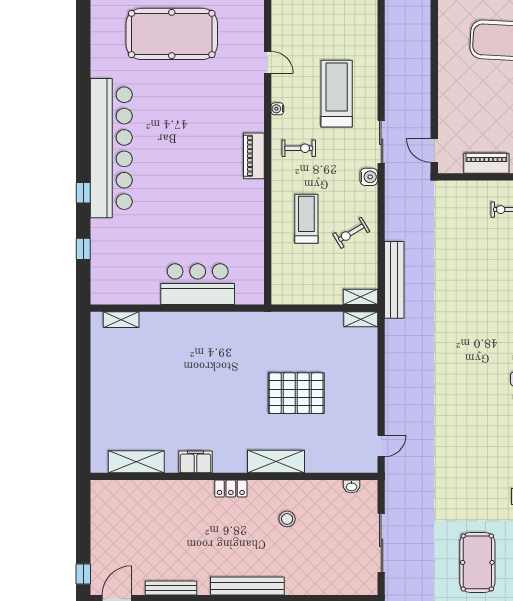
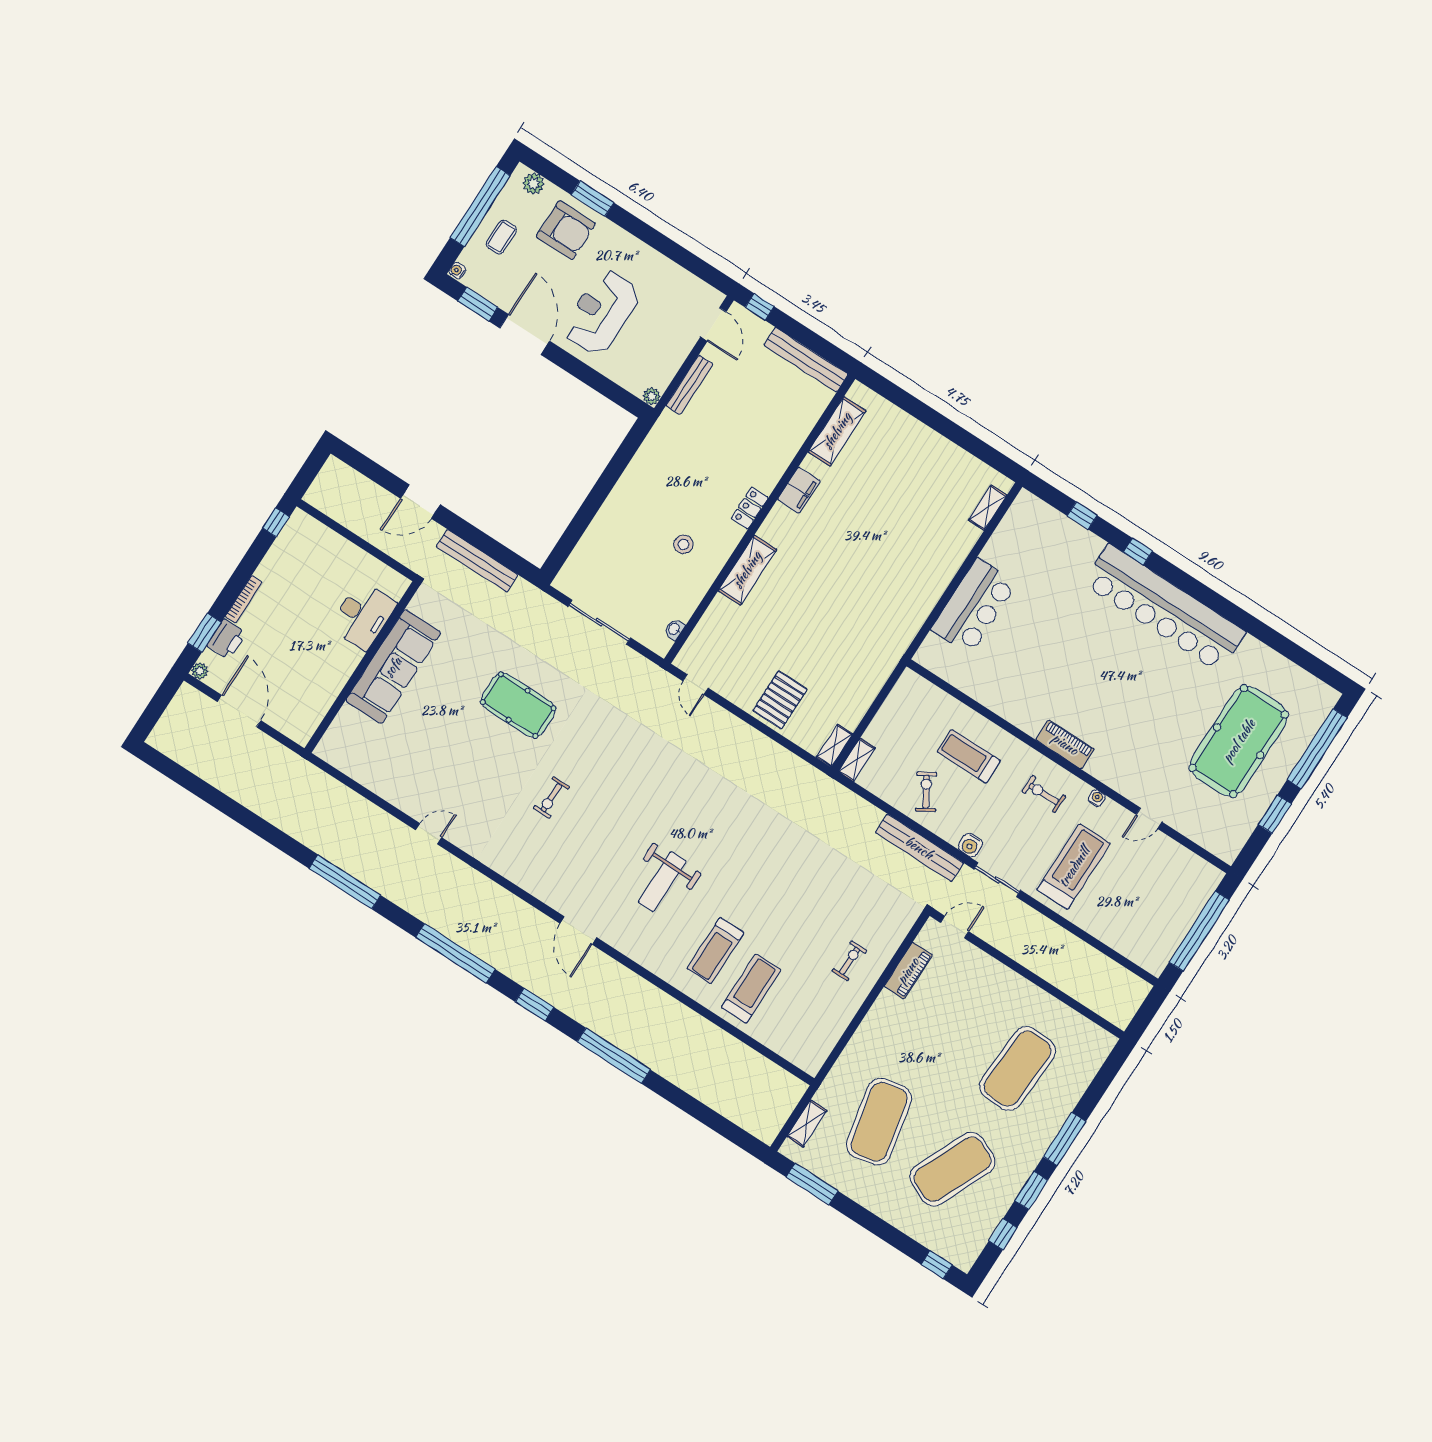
treadmill: (337, 94) -> (1074, 867), turned -90
exercise bike: (299, 148) -> (1044, 794), turned 90
treadmill: (306, 219) -> (969, 756), turned 180
bench: (394, 280) -> (919, 848), moved
pallet: (296, 393) -> (780, 700), moved, width x0.73, depth x0.71
bench: (247, 586) -> (806, 360), moved, turned 90

